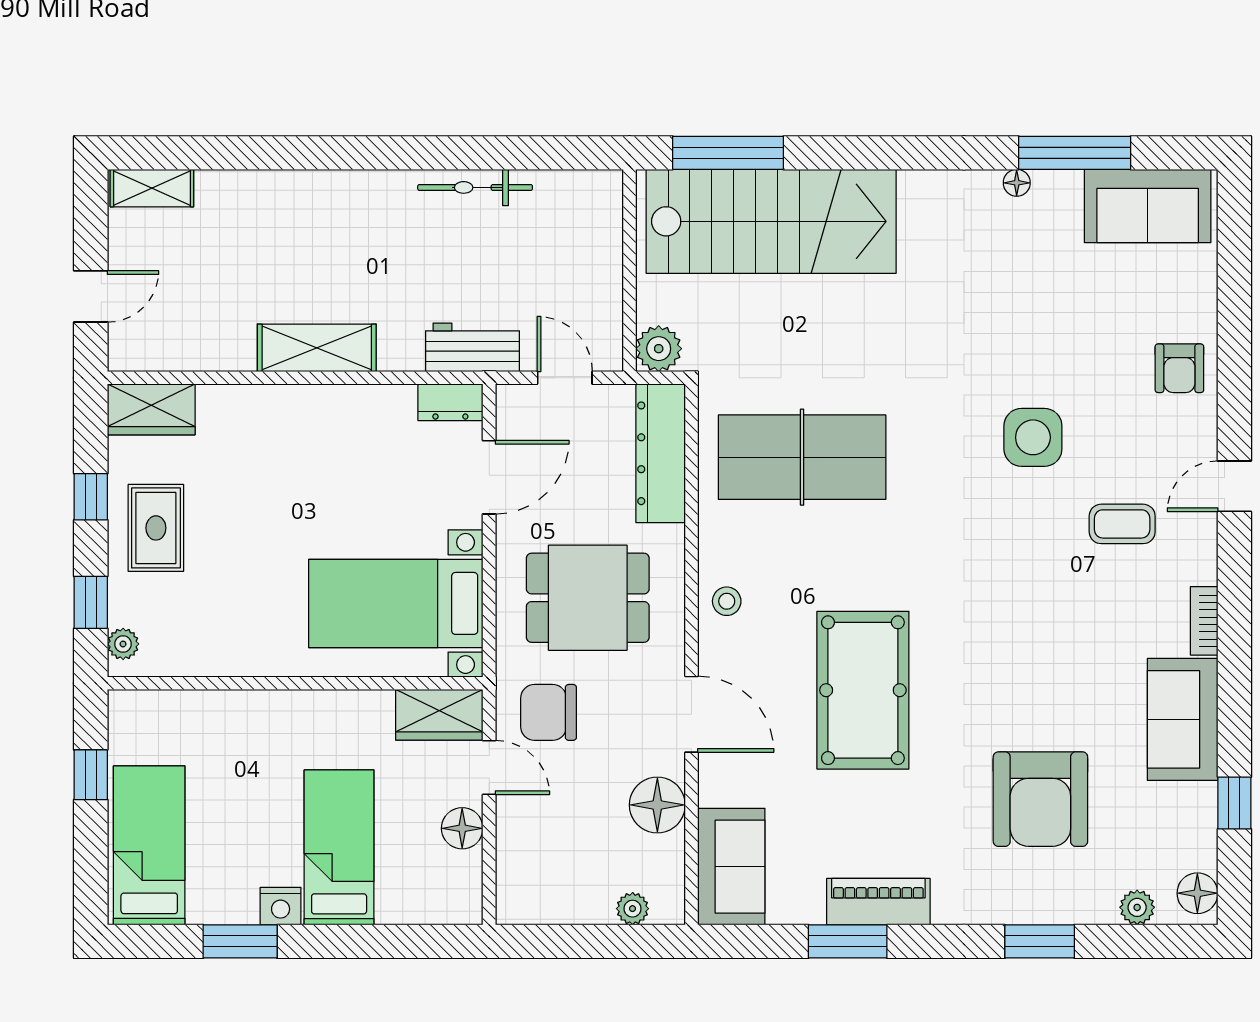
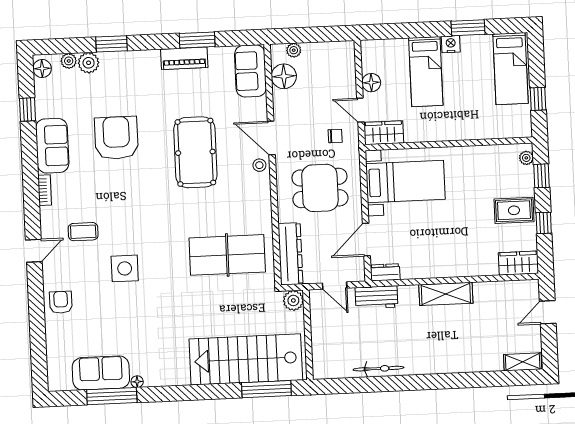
sofa: (1148, 206) -> (101, 373), moved
rug: (156, 528) -> (514, 210), turned 90
stool: (727, 601) -> (259, 165), moved
chair: (549, 712) -> (335, 136), width x0.54, depth x0.54
armchair: (1040, 799) -> (116, 138), moved
floor lamp: (657, 805) -> (284, 76), moved
plant: (1093, 901) -> (89, 63), added

